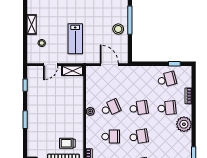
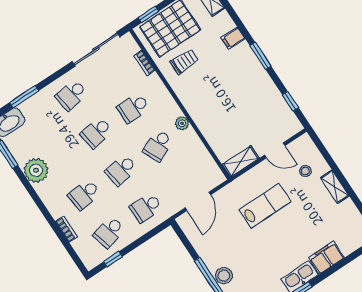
stool: (118, 29) -> (224, 276), moved
lab bench: (75, 39) -> (265, 206), turned 90
door: (51, 65) -> (275, 150), swing flipped
door: (109, 65) -> (198, 201), hinge flipped
school desk: (139, 79) -> (146, 208), added
plant: (184, 124) -> (36, 170), moved
filing cabinet: (33, 138) -> (233, 38), added

